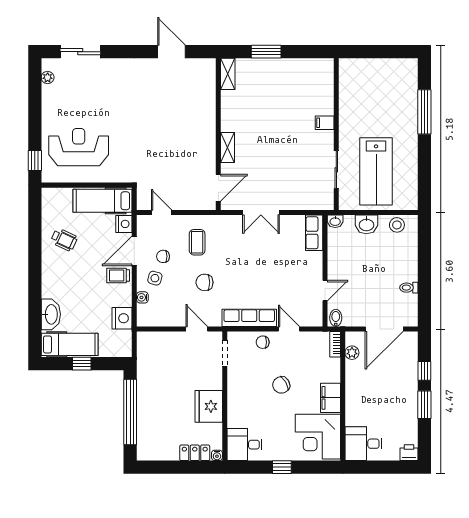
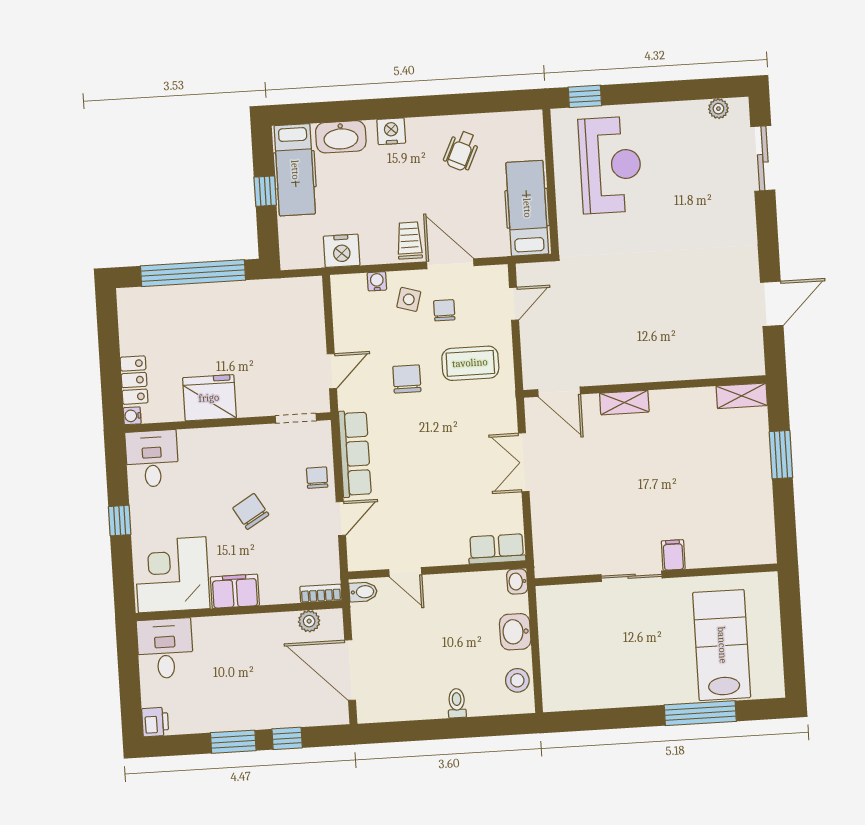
sliding door: (336, 170) -> (632, 576), moved
lab bench: (376, 171) -> (722, 645), moved, turned 90
nightstand: (124, 224) -> (391, 131), moved, turned 180
coffee table: (197, 242) -> (470, 363), width x1.36, depth x1.30
toilet: (409, 288) -> (457, 703), moved

